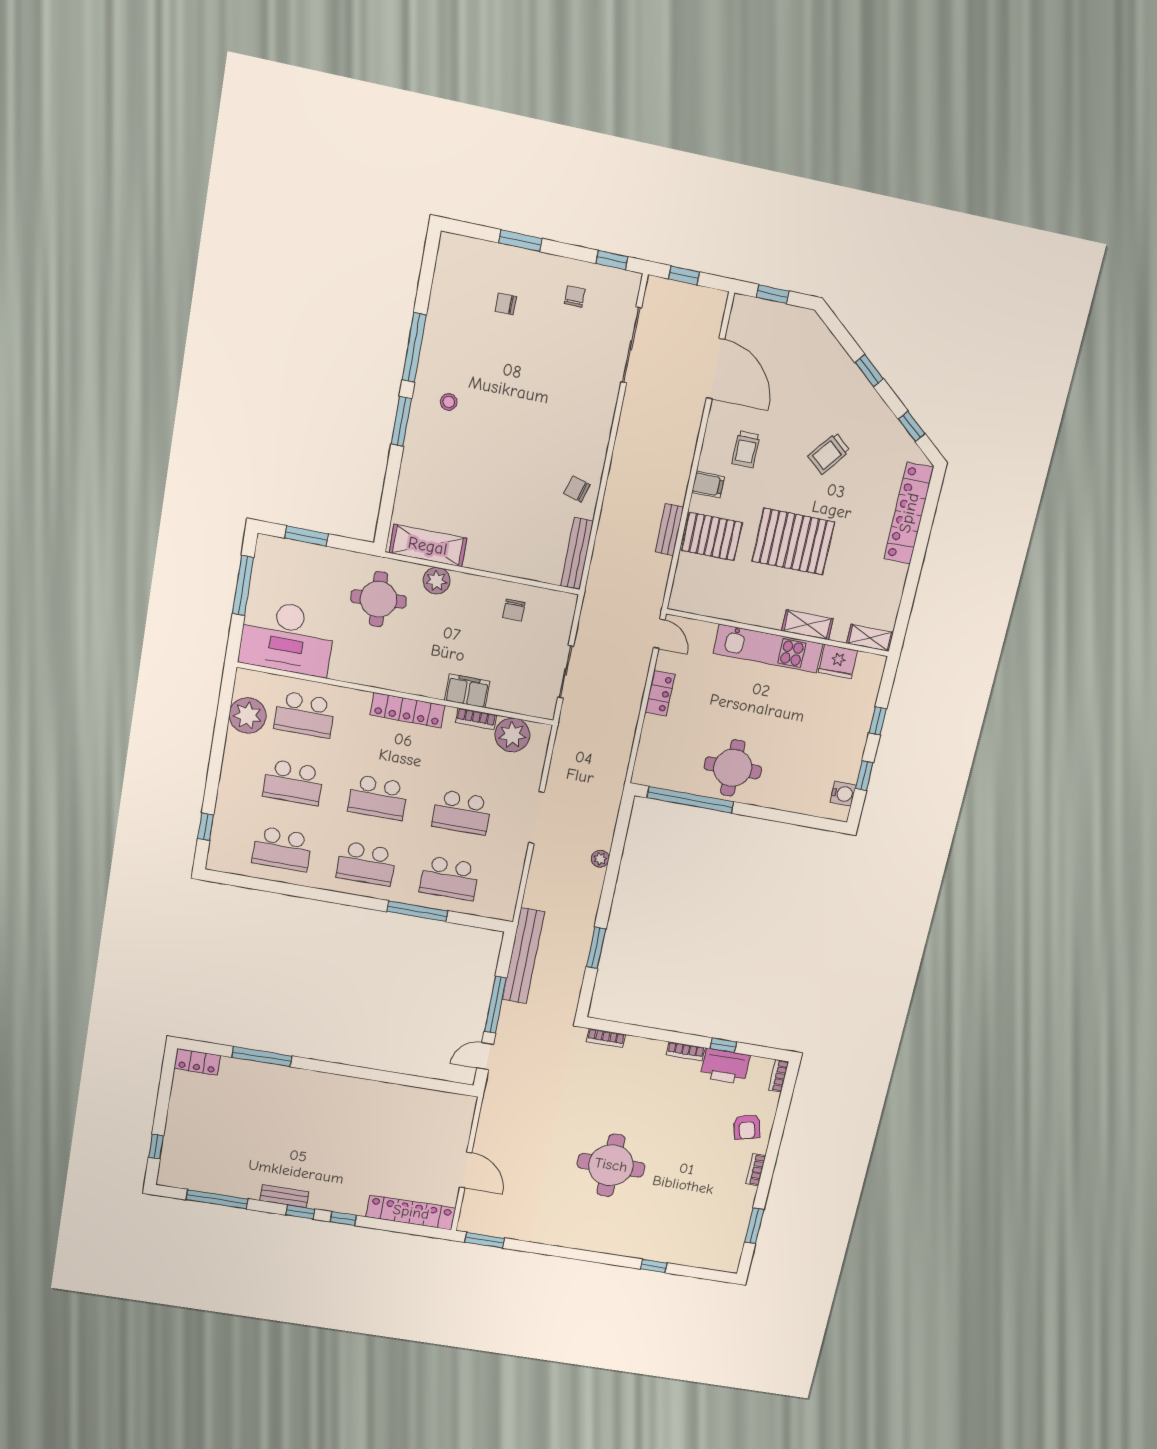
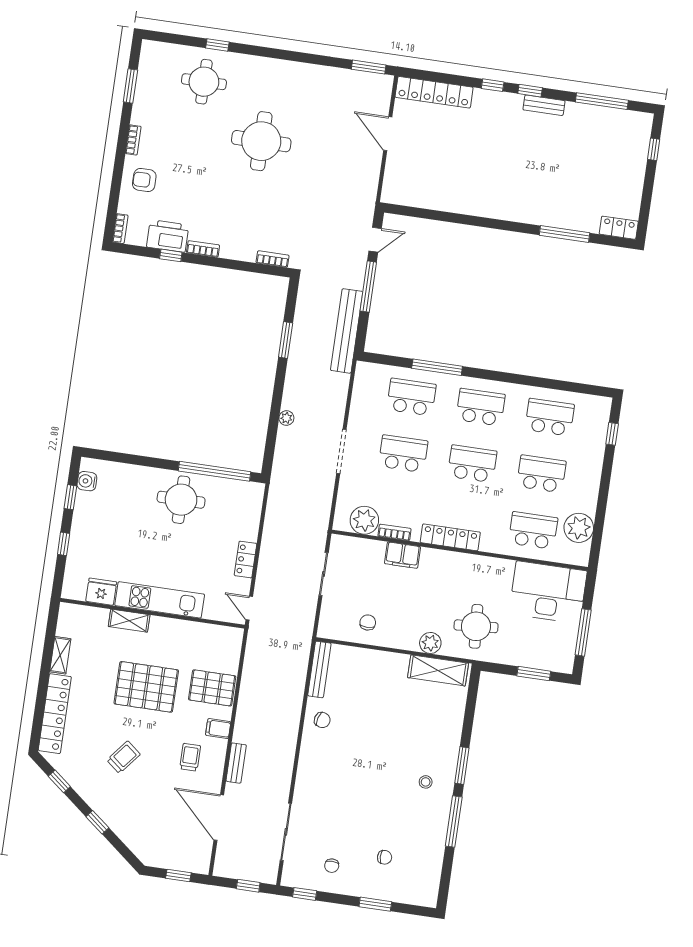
bench: (669, 530) -> (236, 763), moved
shelving: (870, 638) -> (60, 655), moved, turned 90
armchair: (747, 1127) -> (144, 180), turned -75
round table: (672, 1229) -> (204, 82), added

